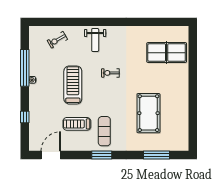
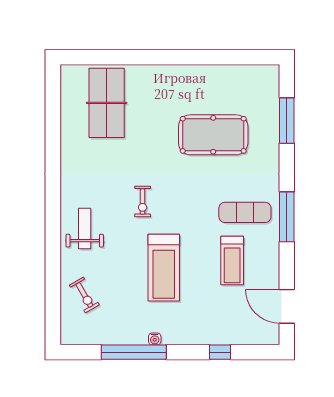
weight bench: (95, 40) -> (85, 228), turned -90
treadmill: (73, 85) -> (164, 268), turned -90
window: (102, 155) -> (287, 217), width x1.44

